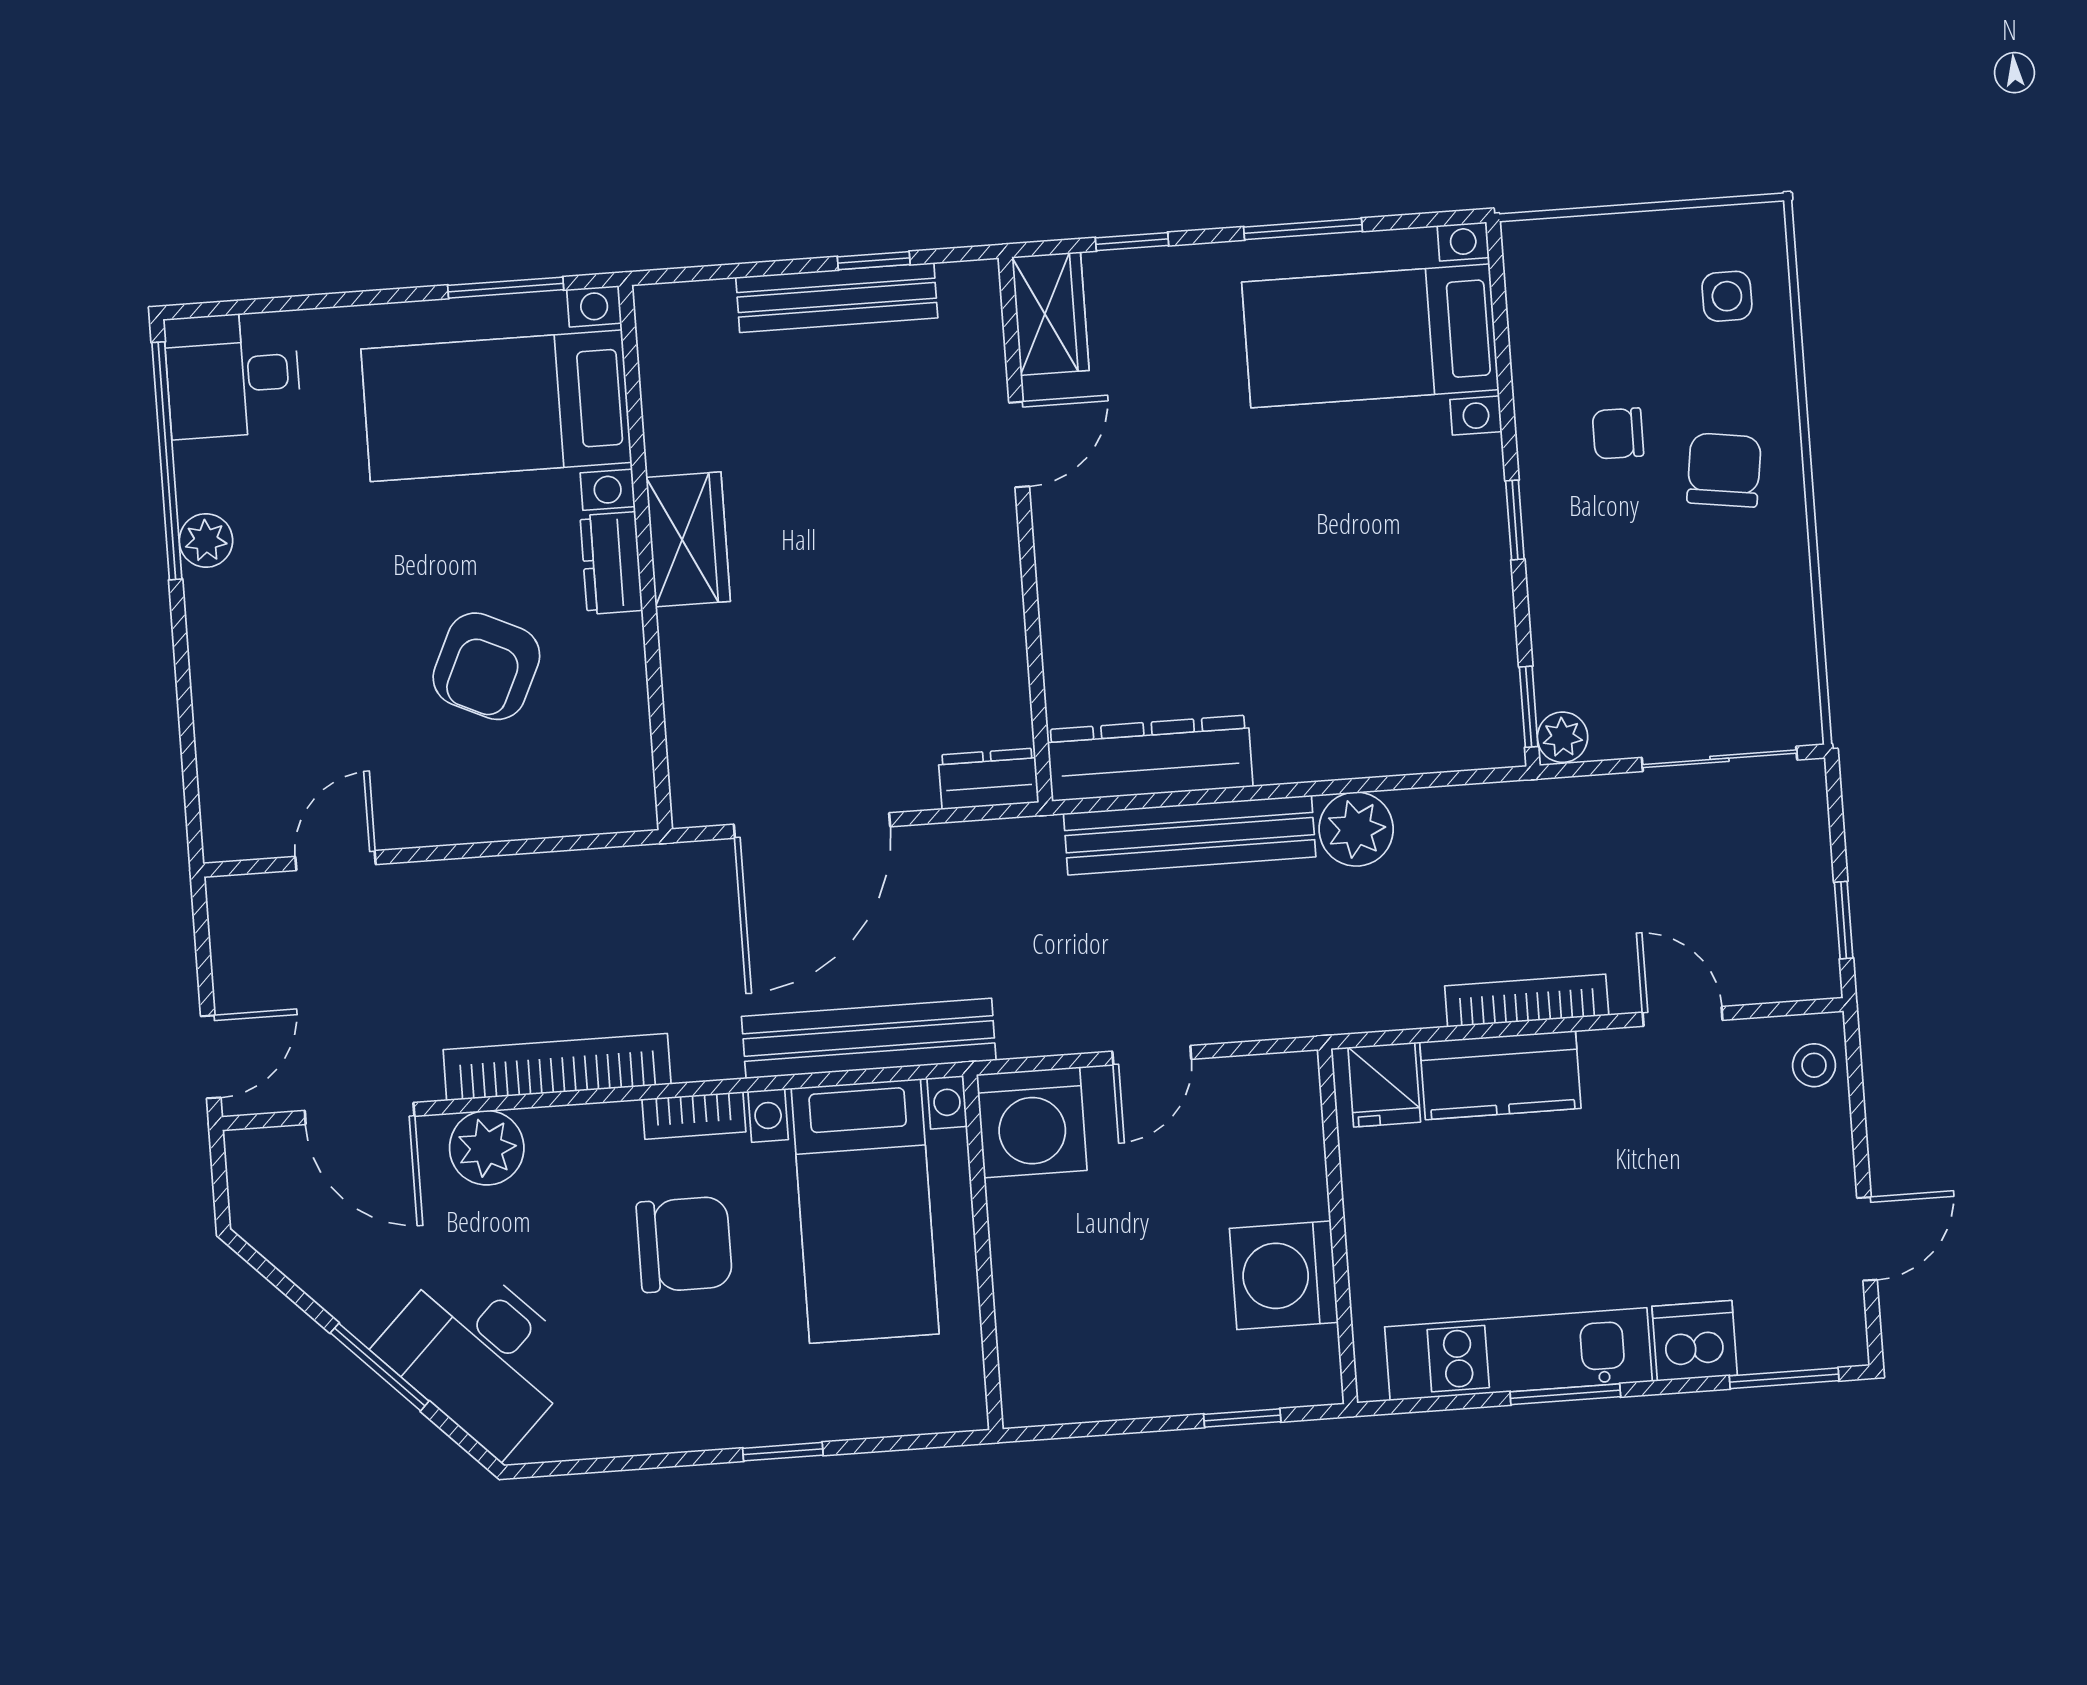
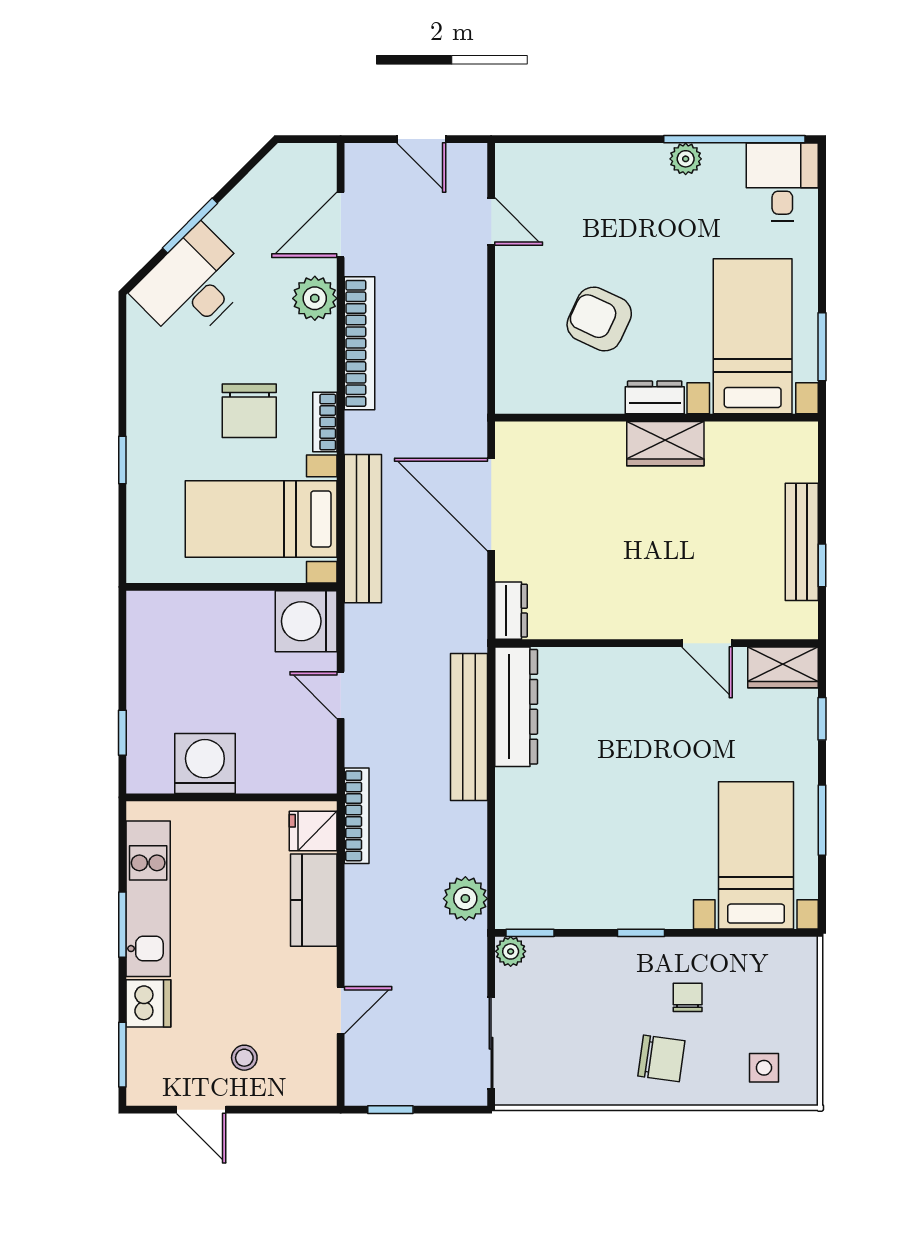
plant: (1356, 829) -> (465, 899), moved
bookcase: (1527, 1001) -> (357, 816), moved
door: (211, 1057) -> (421, 139), moved
stool: (1814, 1065) -> (244, 1058), moved

